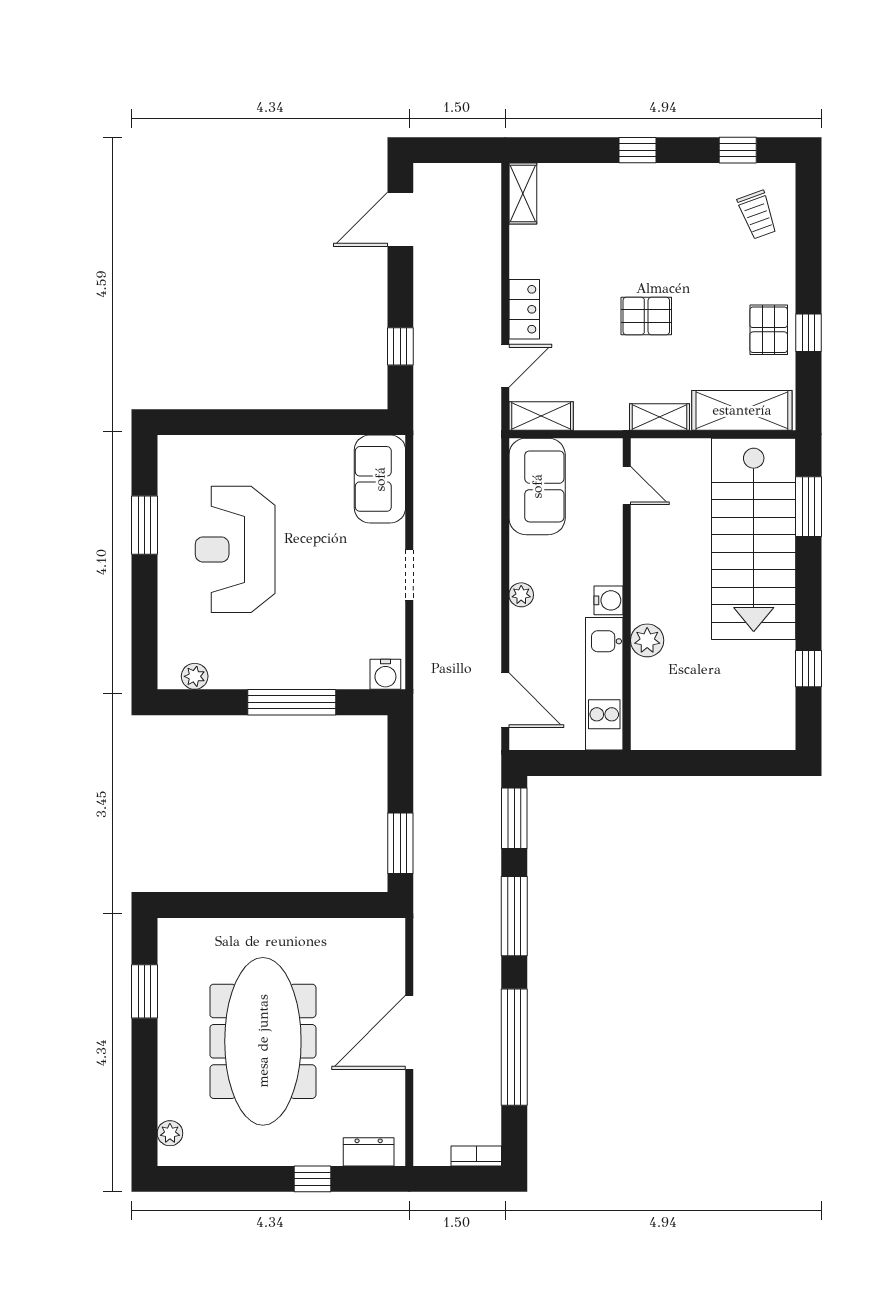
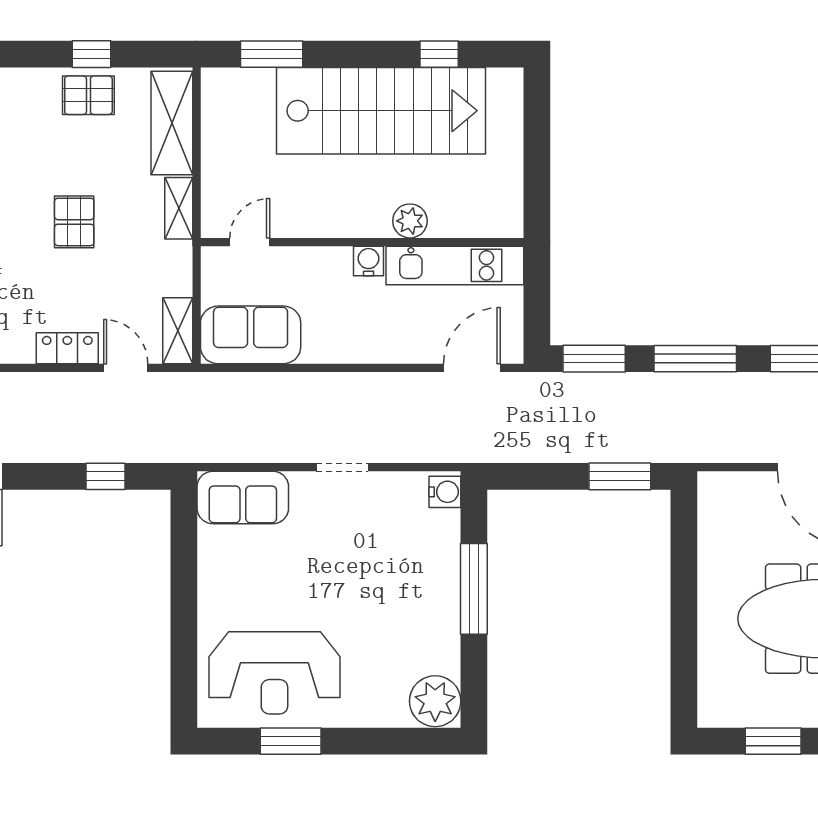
stairs: (754, 539) -> (381, 111), moved
reception desk: (235, 549) -> (274, 673), moved
plant: (521, 595) -> (363, 351), removed
plant: (195, 676) -> (435, 701), width x1.88, depth x1.88

